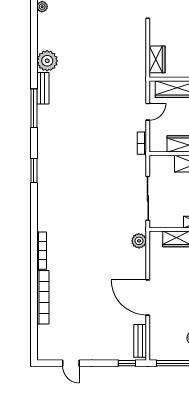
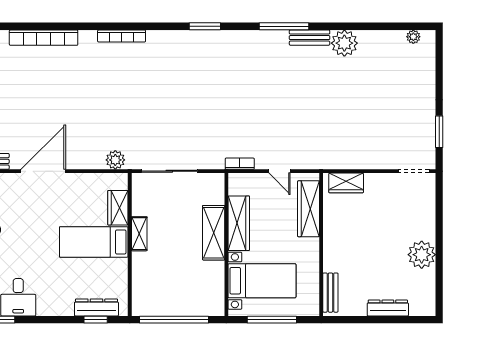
bookcase: (42, 251) -> (122, 36), moved

